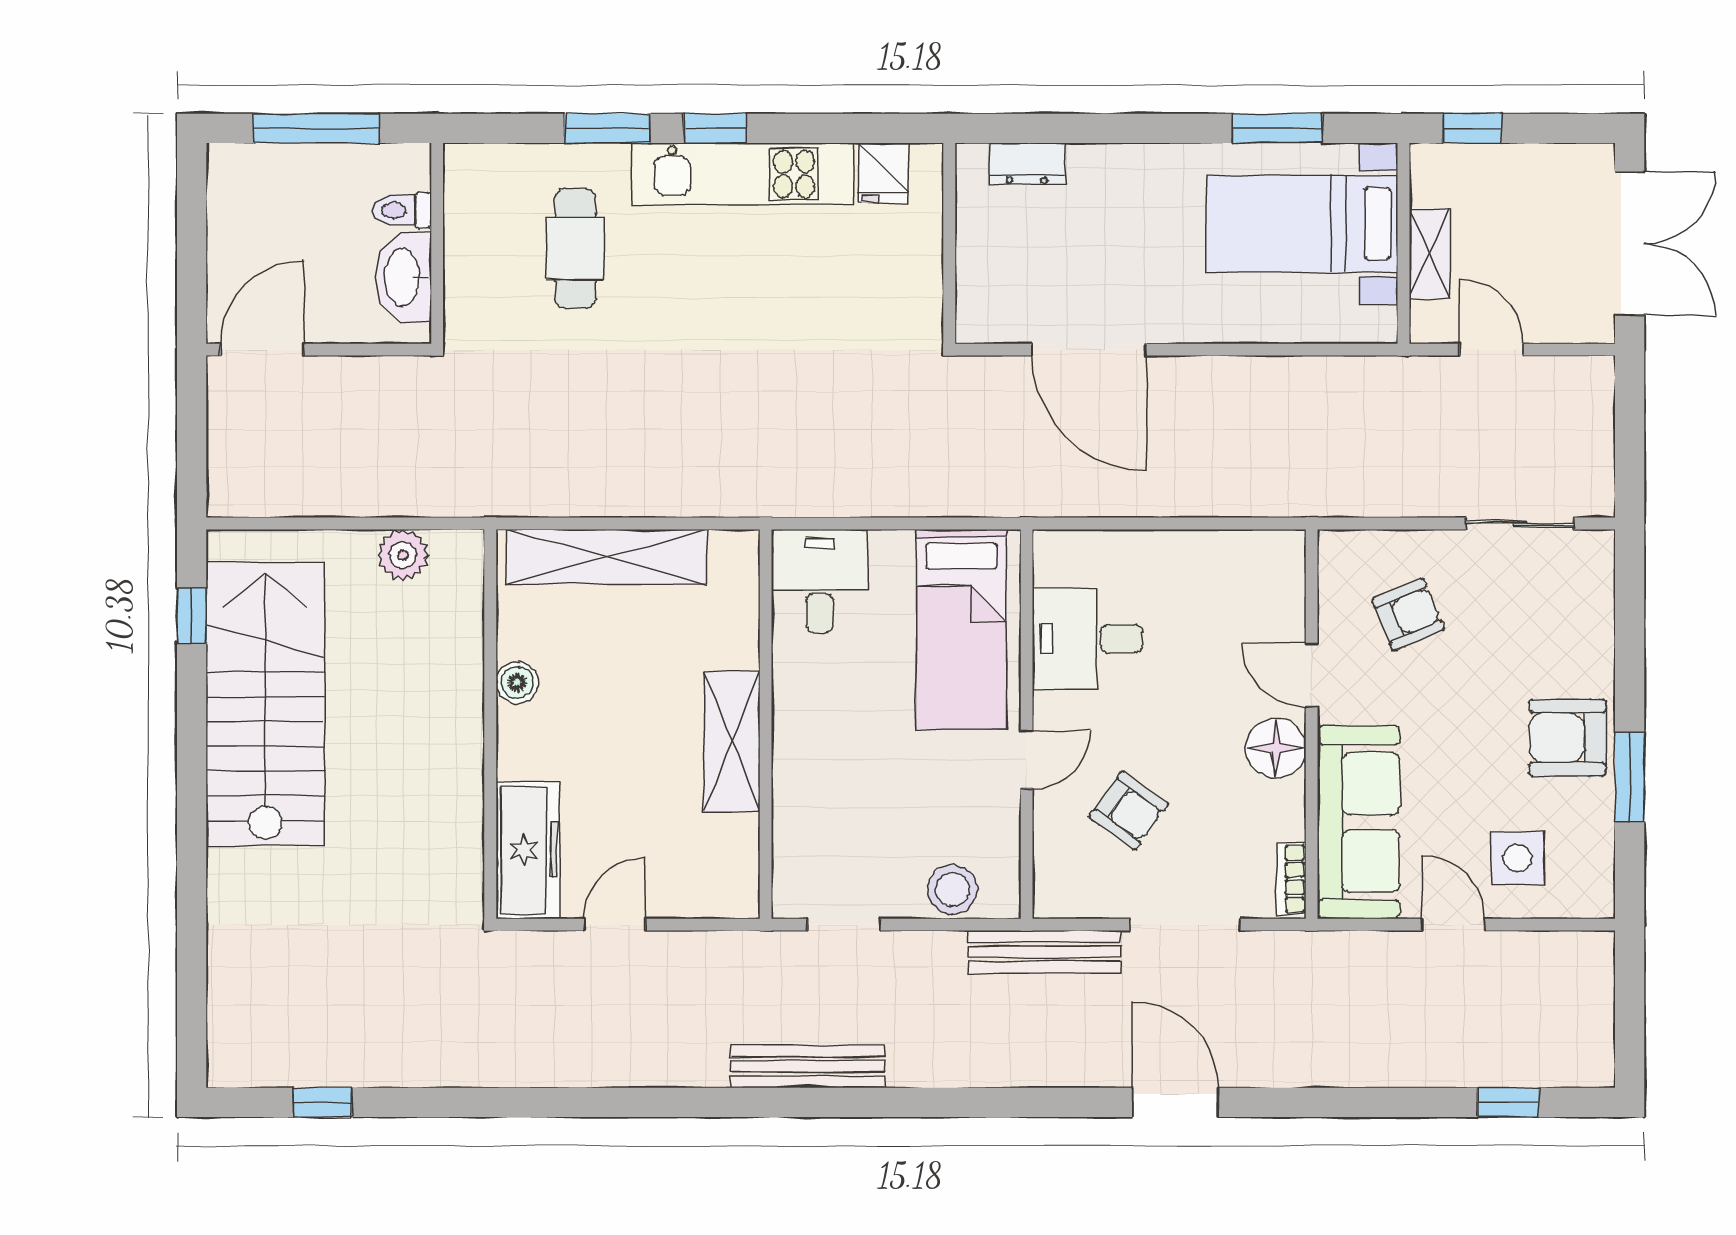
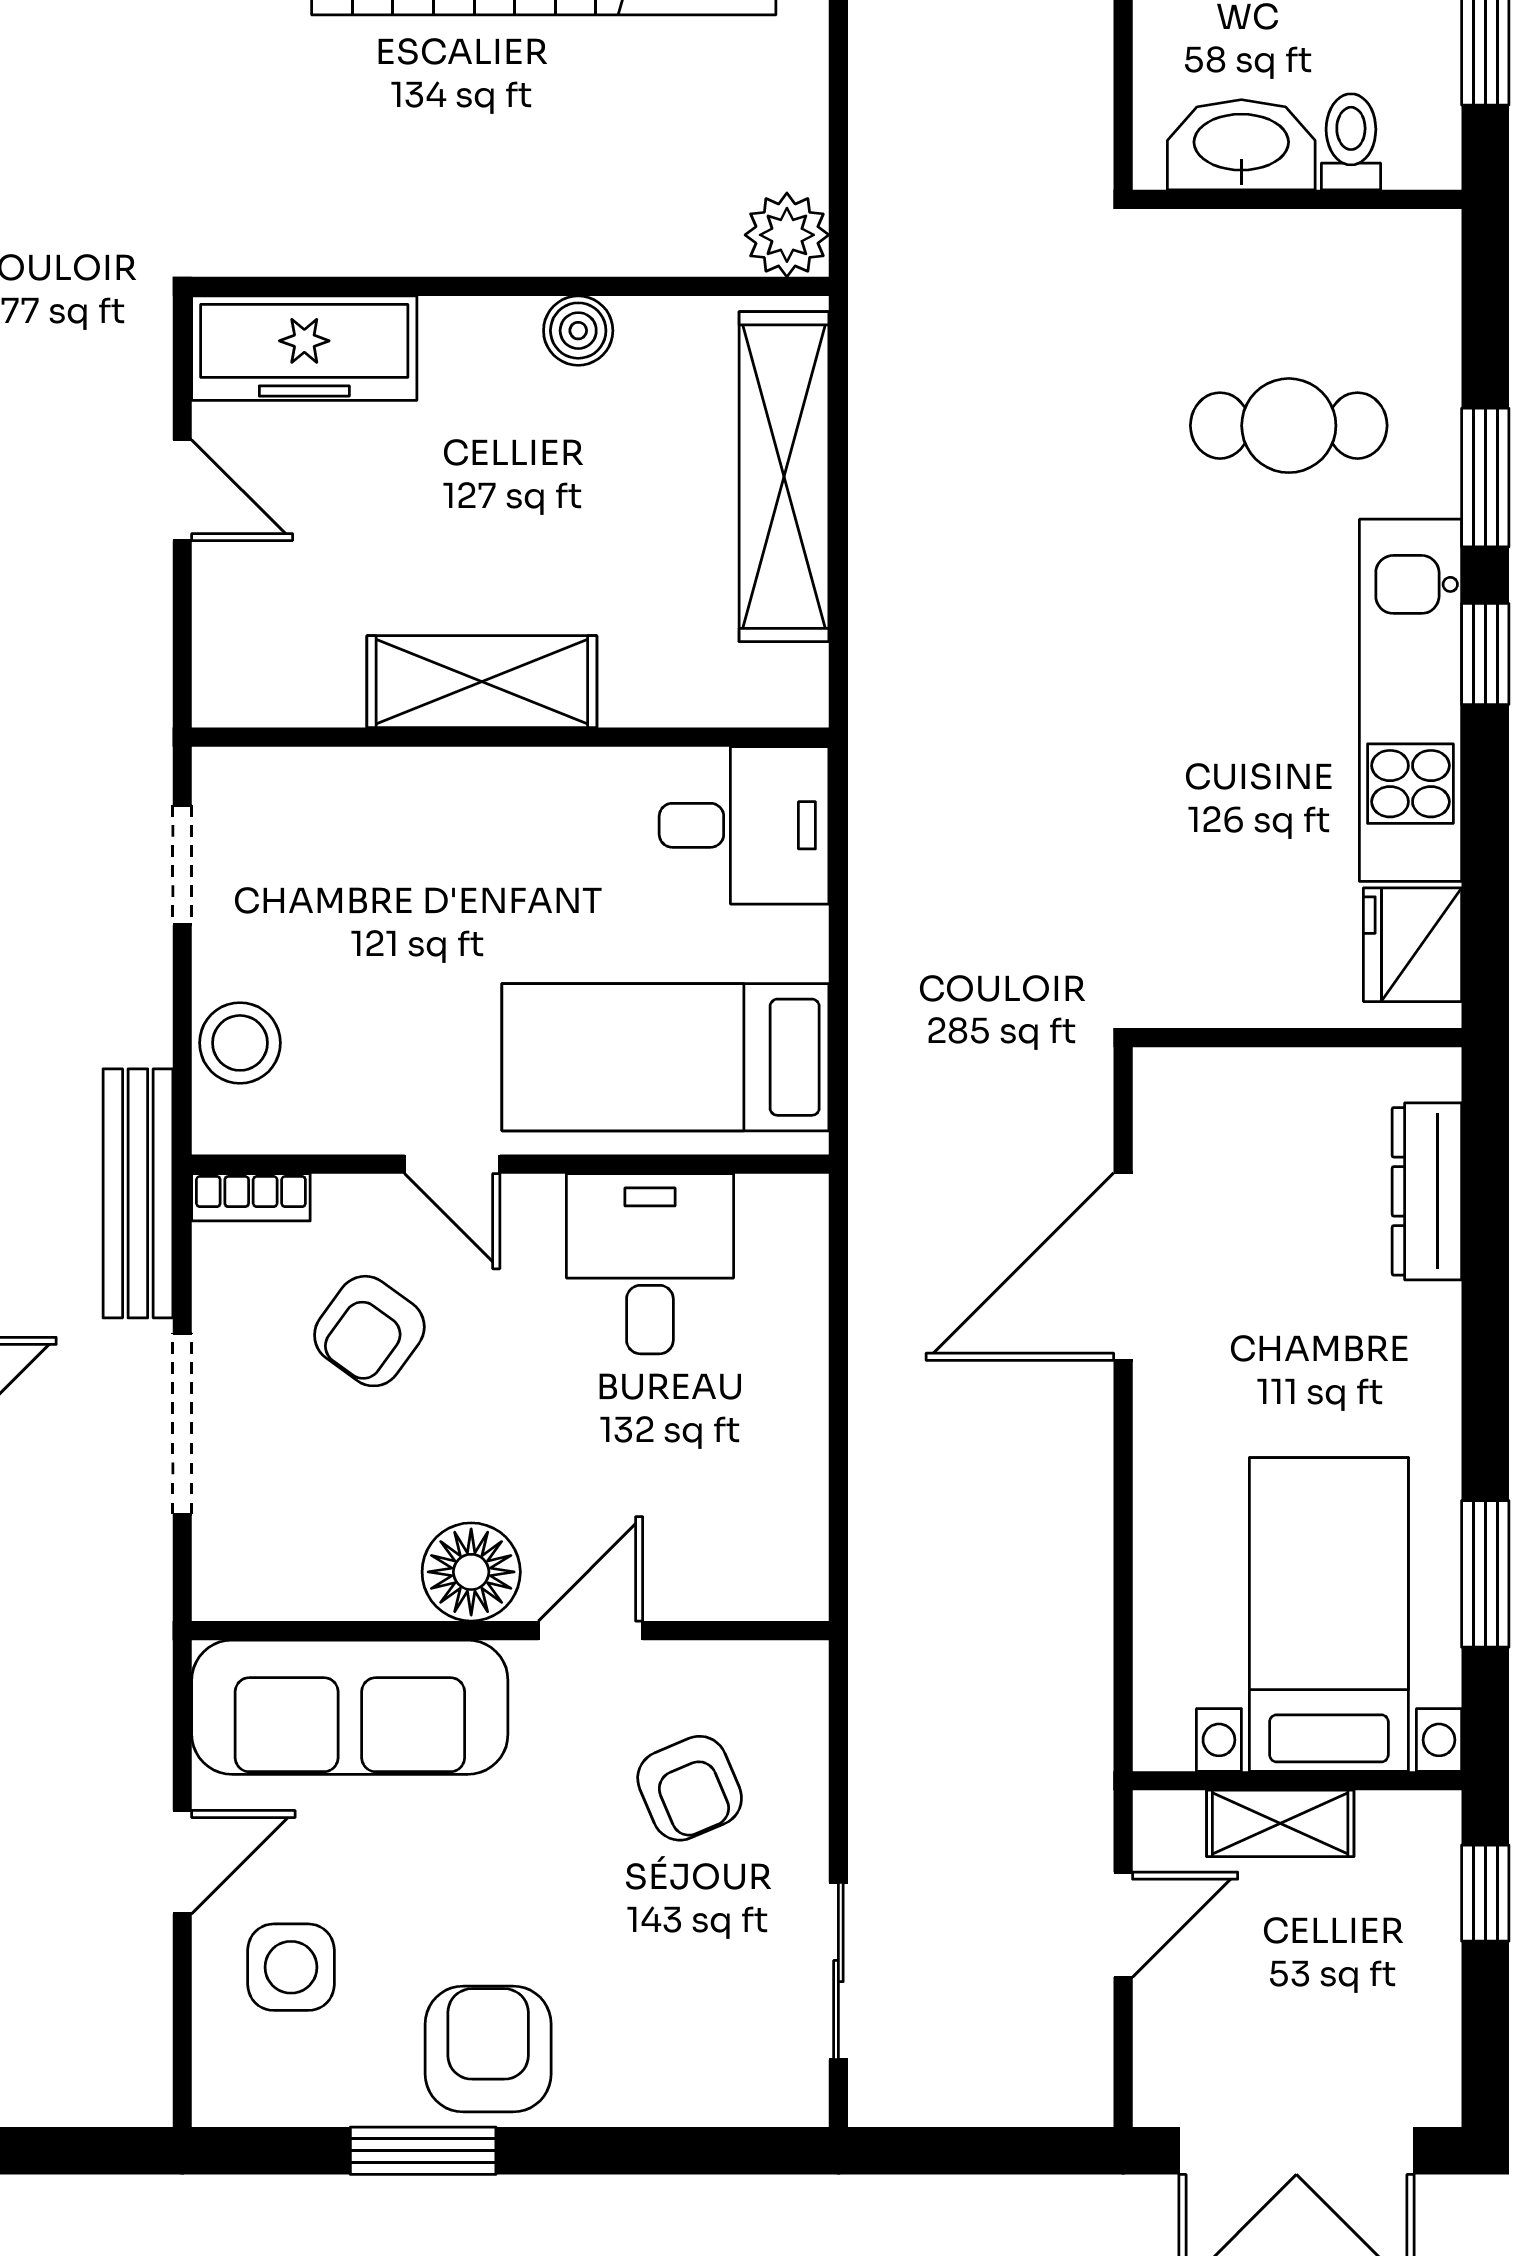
dresser: (1027, 164) -> (1427, 1191), width x1.44
fridge: (883, 173) -> (1412, 945), width x1.38
plant: (403, 555) -> (787, 235), moved
bookcase: (1291, 879) -> (251, 1197), moved, turned 180

